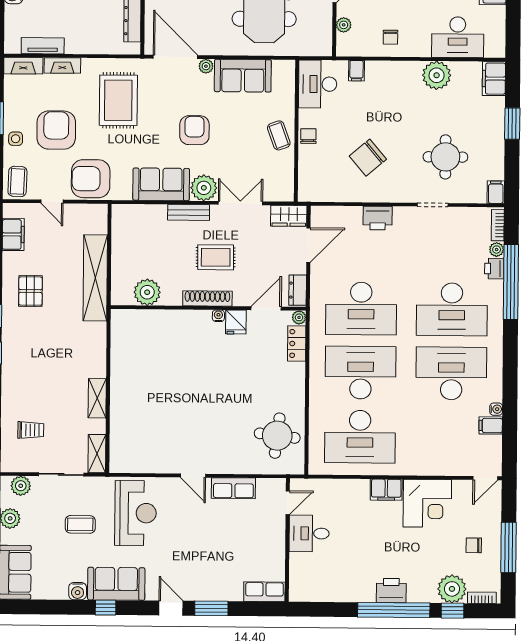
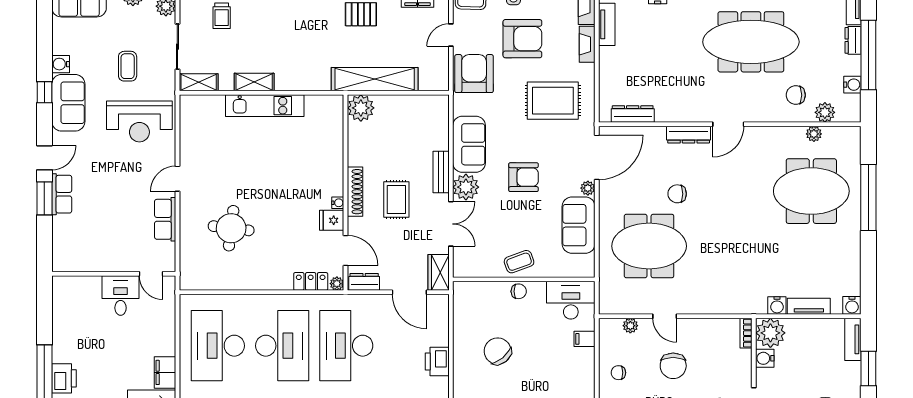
plant: (147, 292) -> (361, 108), moved
kitchen unit: (121, 388) -> (265, 106), added
round table: (277, 436) -> (231, 228), moved
row of seats: (264, 592) -> (62, 194), moved

